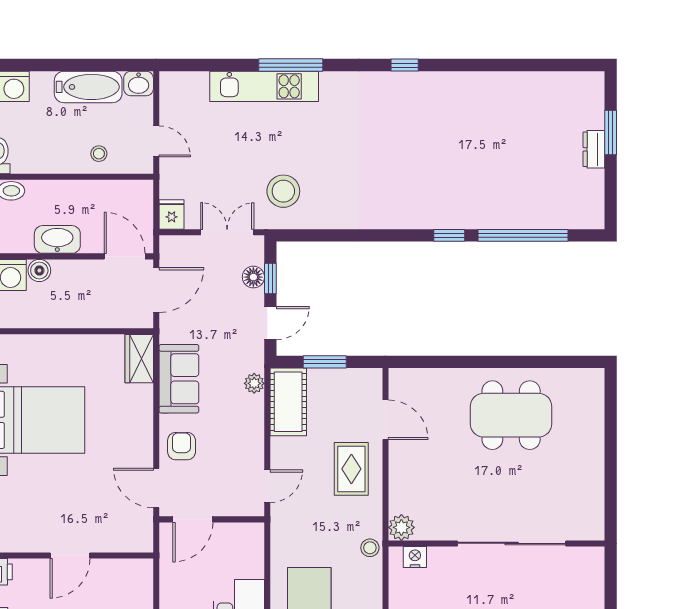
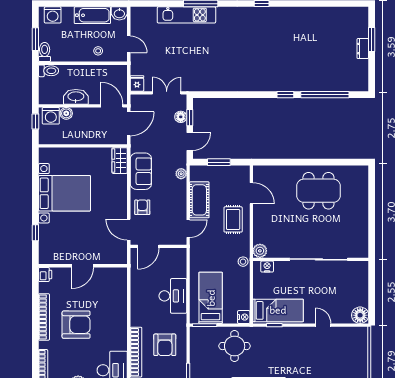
stool: (283, 191) -> (197, 71), removed
cot: (288, 402) -> (199, 200), moved

